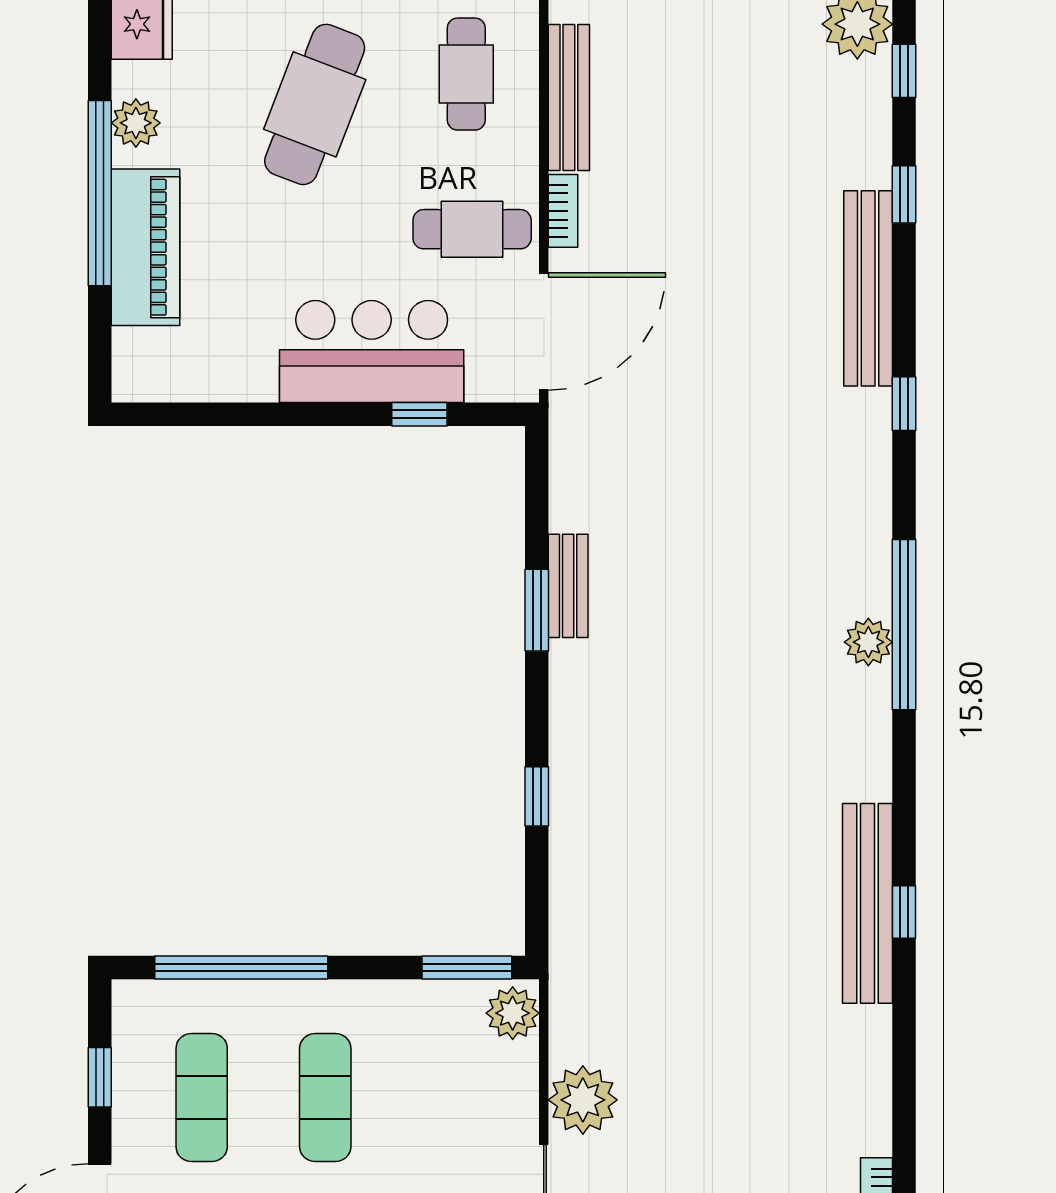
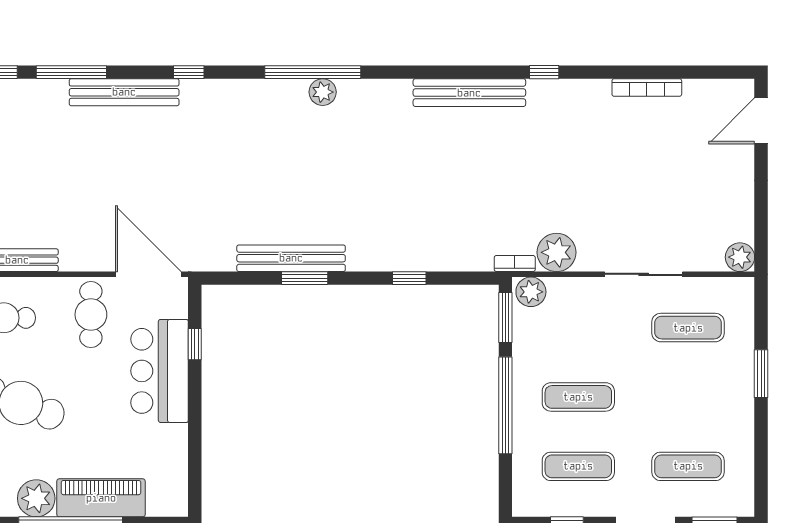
plant: (136, 123) -> (36, 498), width x1.36, depth x1.36
window: (904, 194) -> (71, 72), width x2.17
bookcase: (563, 211) -> (515, 264), moved
bench: (568, 586) -> (291, 258), width x1.86, depth x1.21
window: (904, 912) -> (544, 72), moved
window: (241, 967) -> (505, 405), moved
plant: (583, 1100) -> (557, 252), moved

